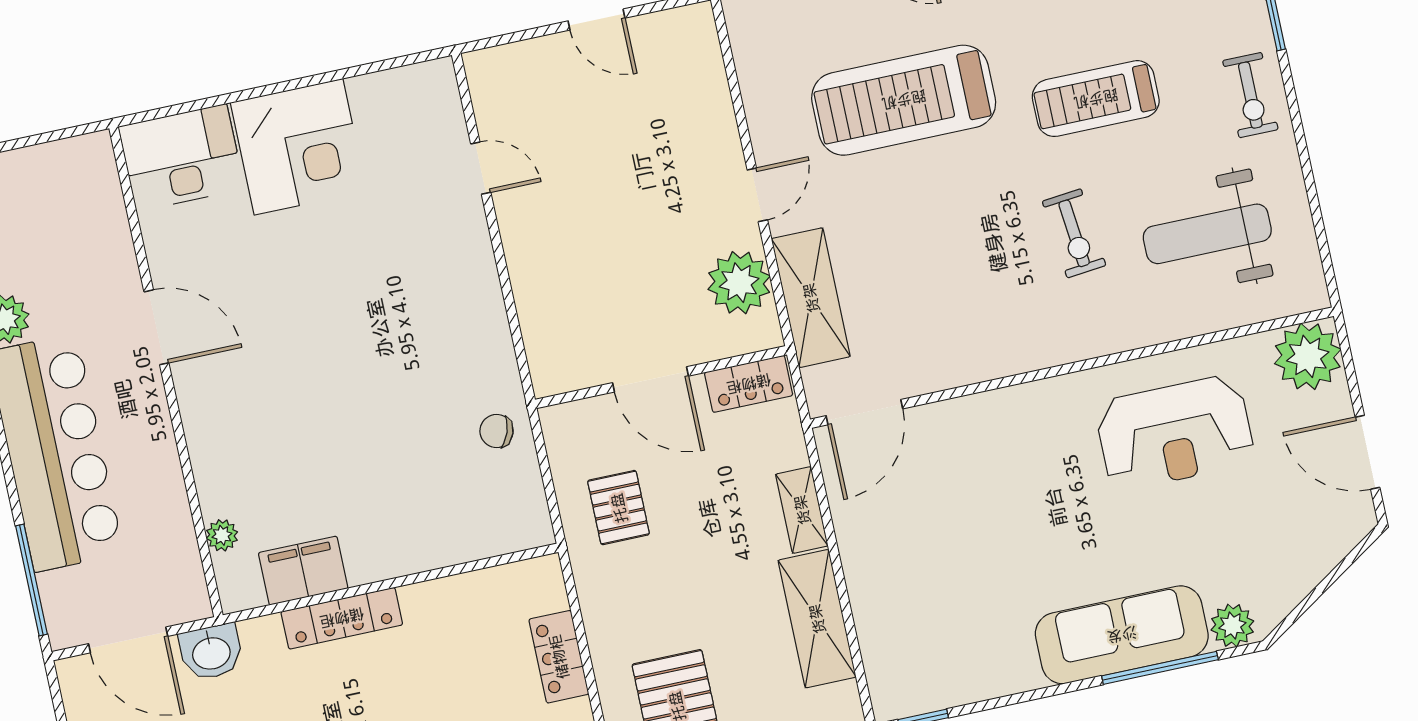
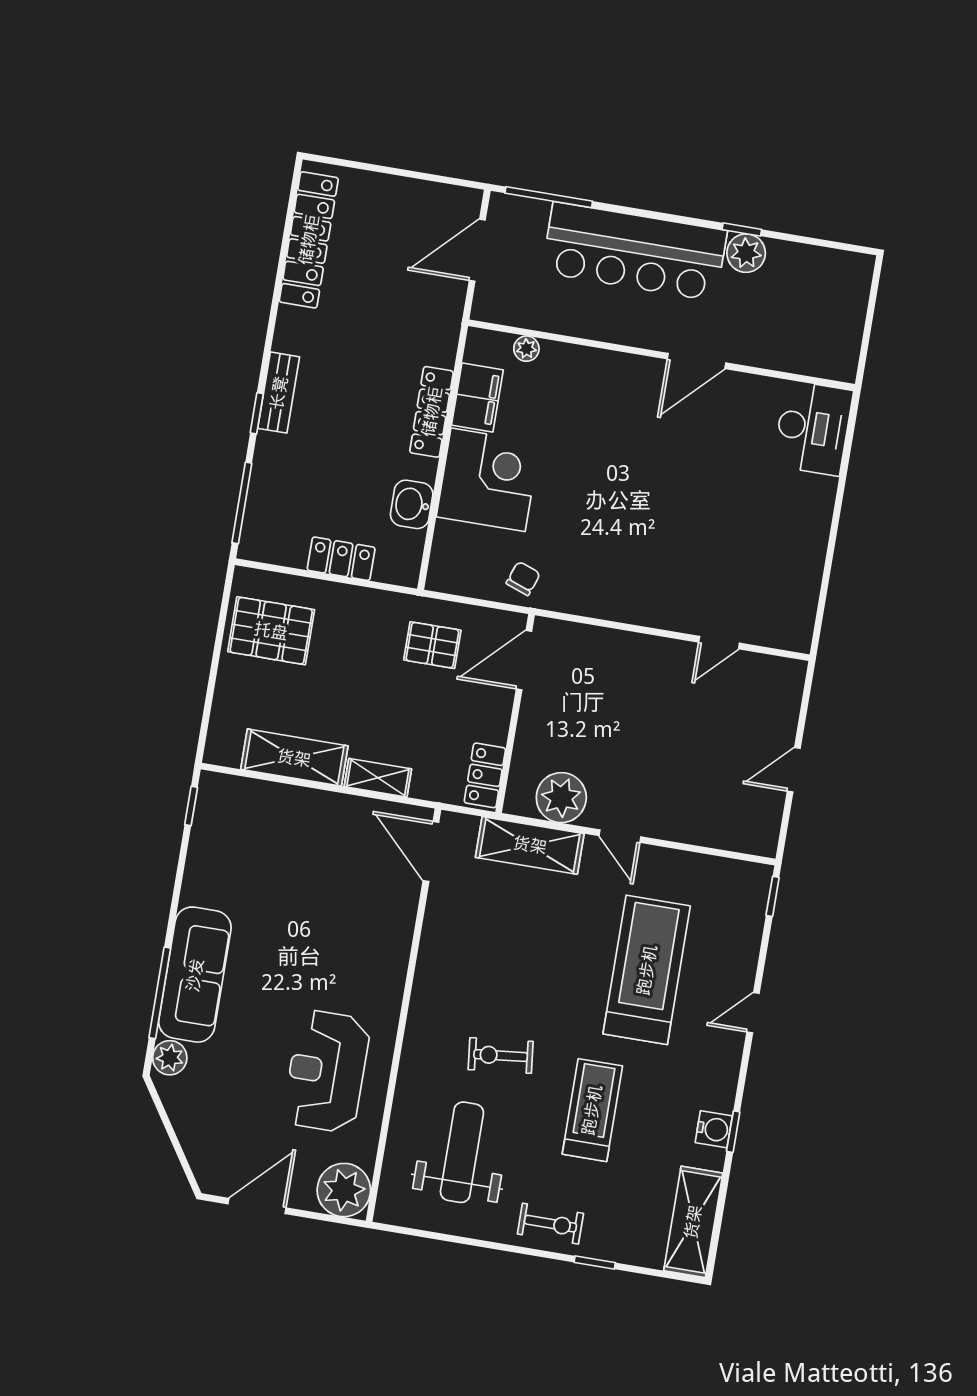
exercise bike: (1250, 95) -> (550, 1224), turned 180
corner desk: (299, 147) -> (488, 480), moved, turned 180
door: (651, 379) -> (524, 660), moved
washbasin: (211, 652) -> (412, 504), moved

